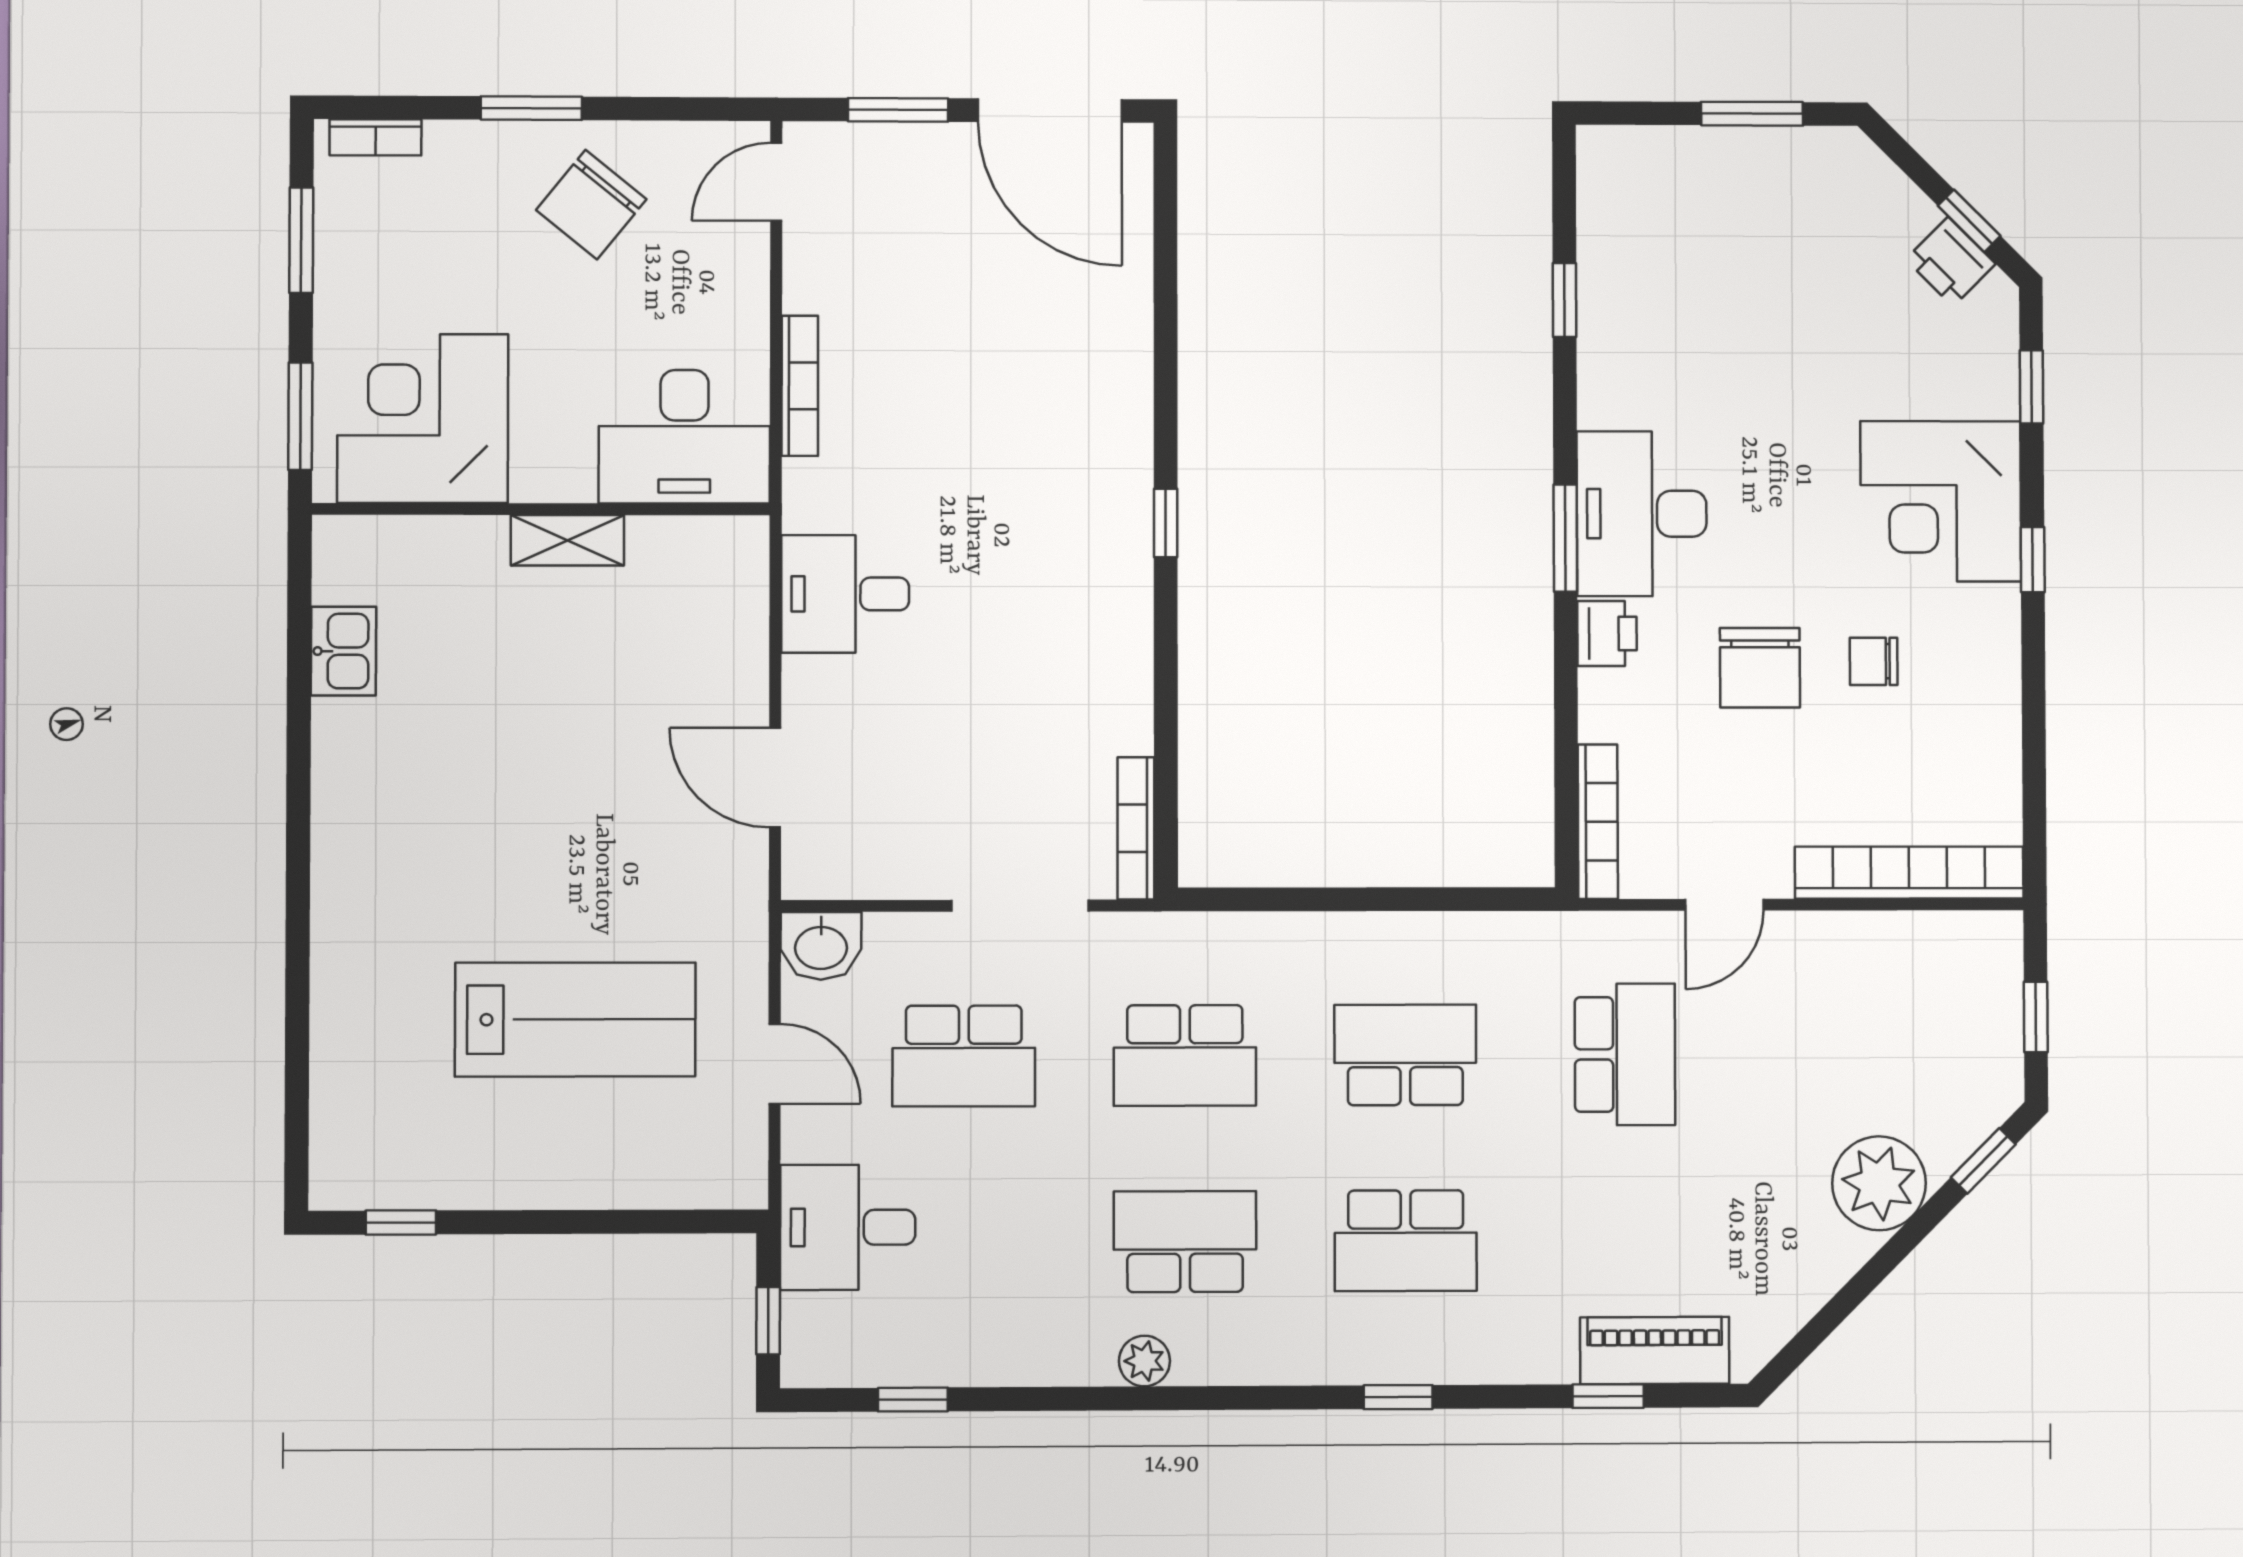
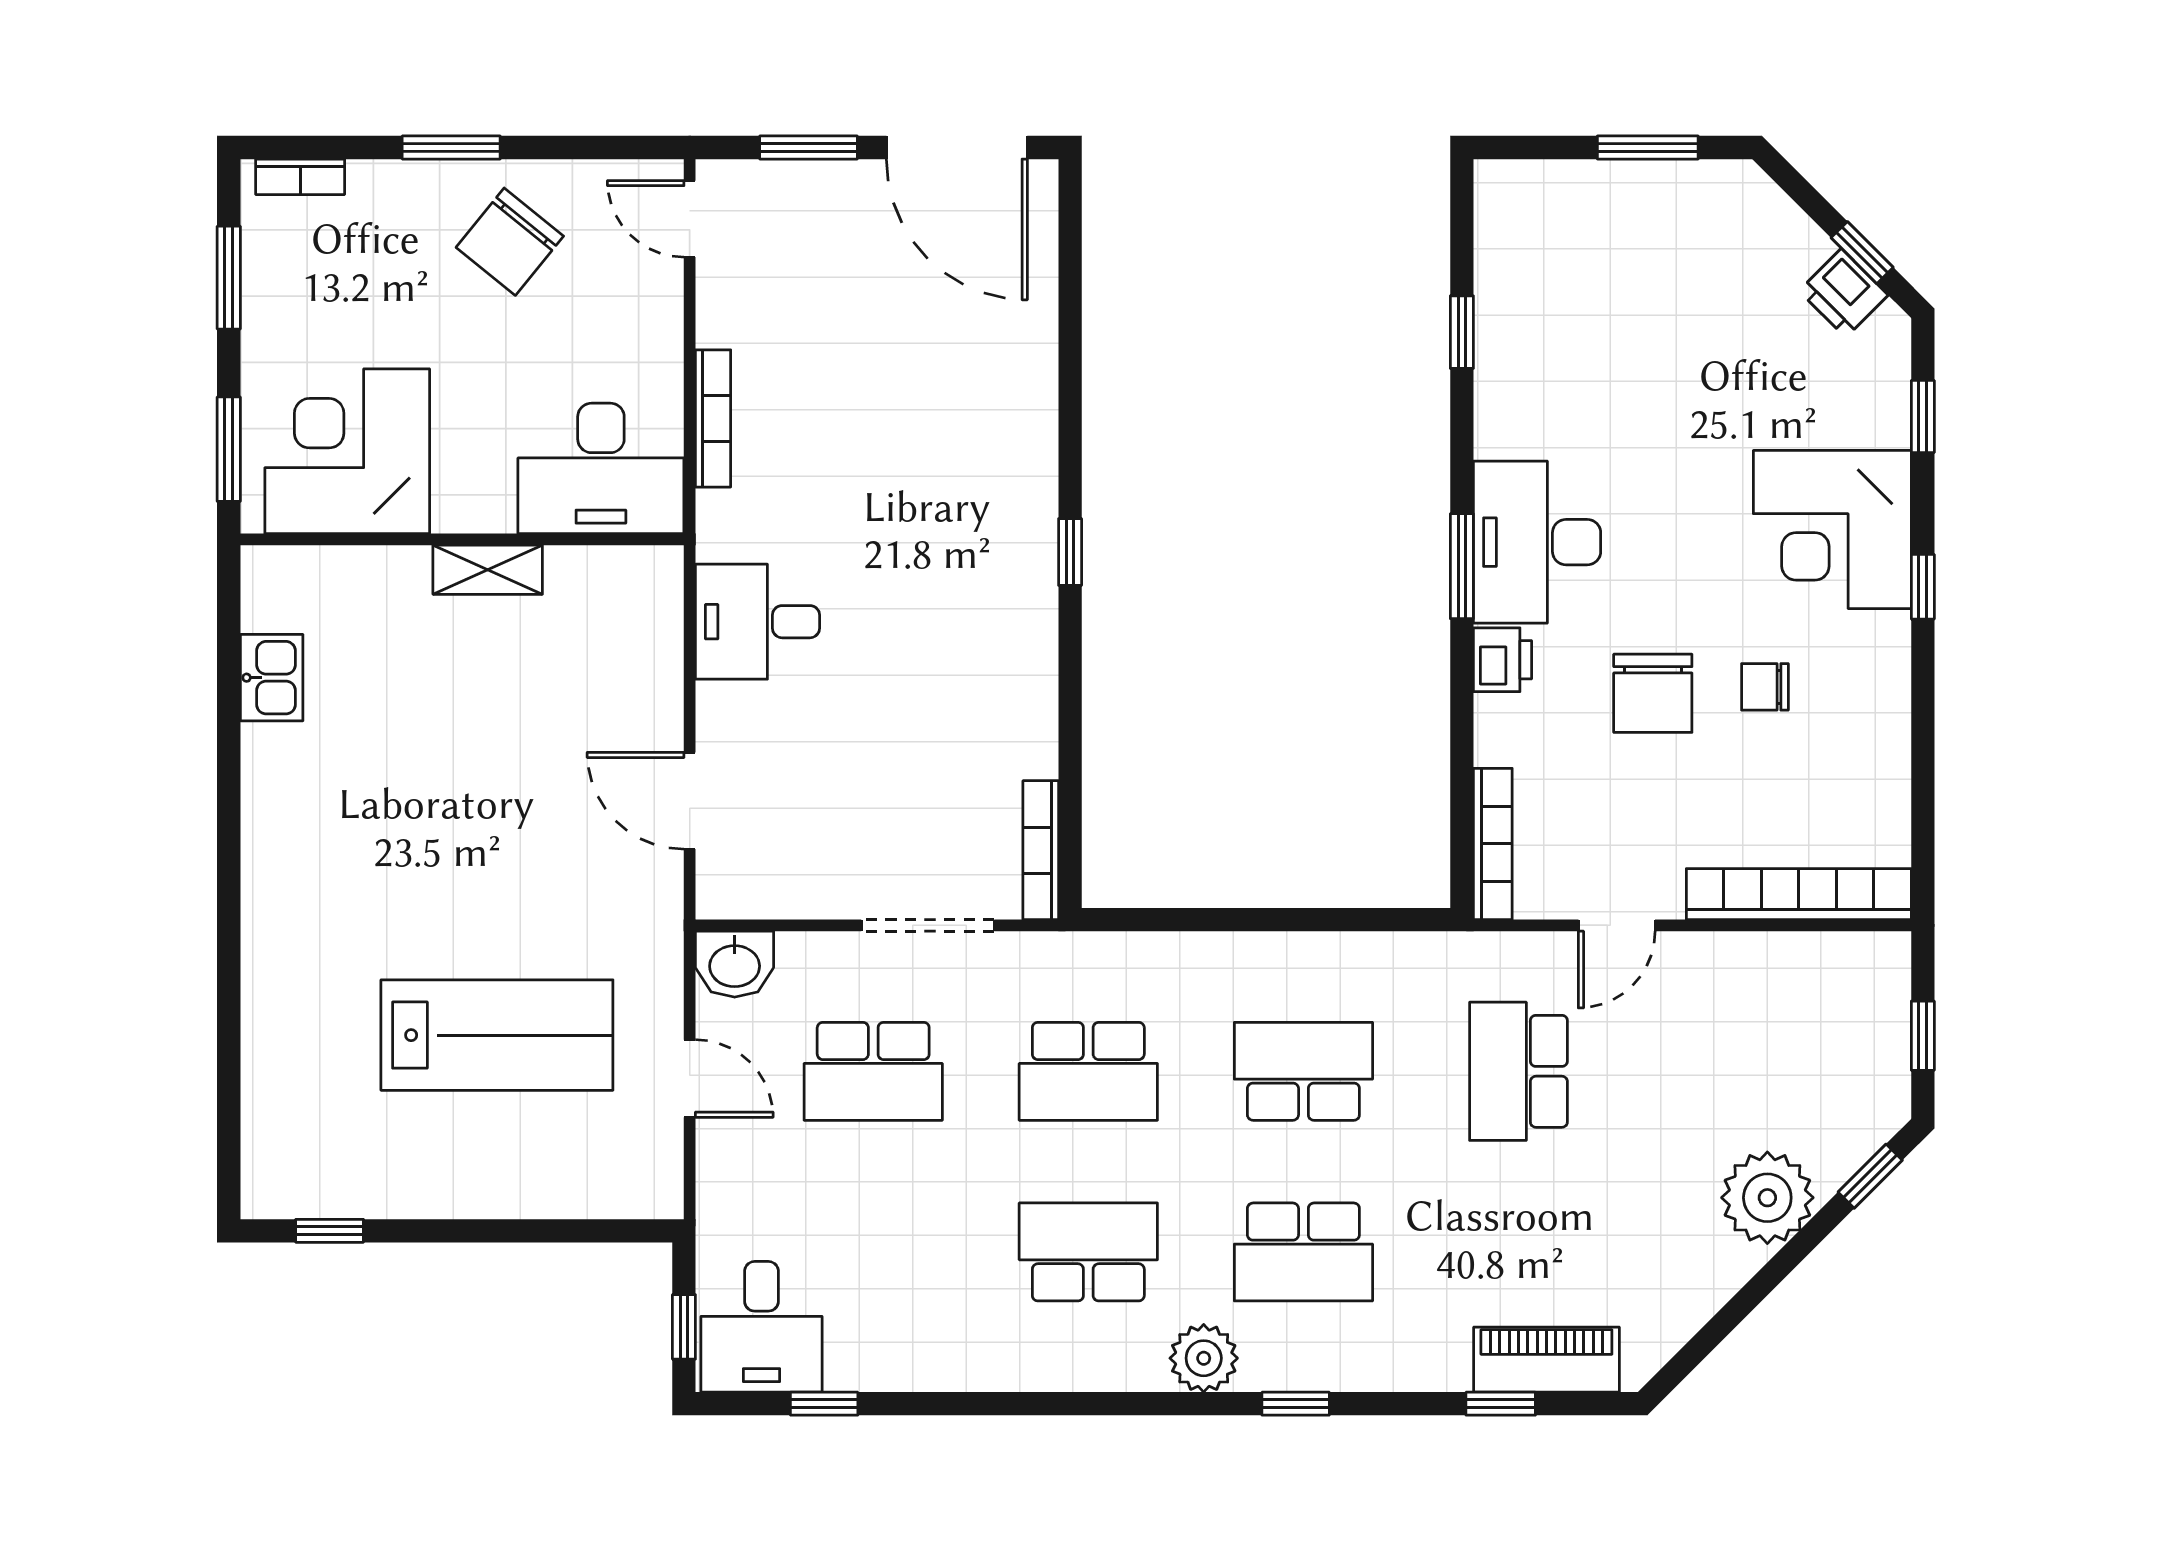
door: (776, 182) -> (690, 219), hinge flipped
school desk: (1625, 1054) -> (1519, 1071), turned 180
desk: (848, 1227) -> (762, 1327), moved, turned -90
plant: (1144, 1361) -> (1204, 1358), moved, width x1.38, depth x1.38

